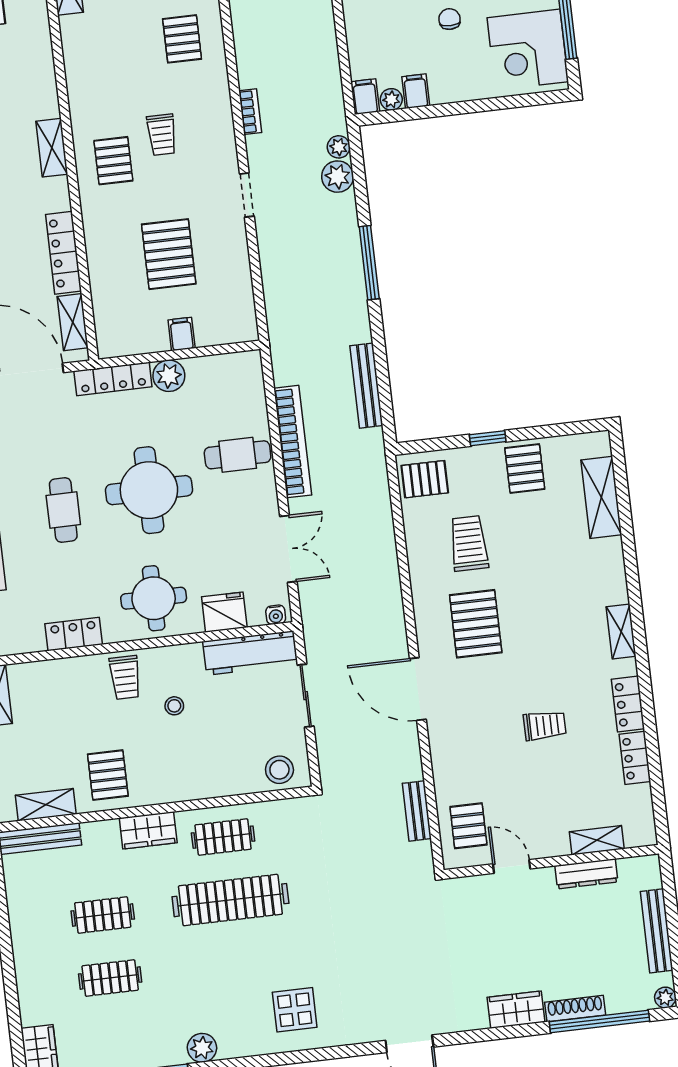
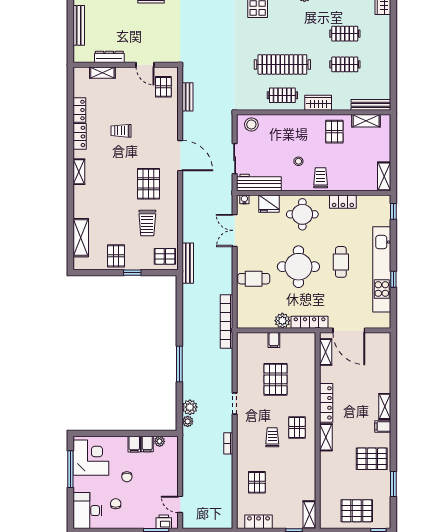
filing cabinet: (365, 97) -> (134, 444), moved
locker: (64, 253) -> (326, 403), moved
bench: (366, 386) -> (188, 263), moved
bookcase: (293, 442) -> (226, 322), moved

